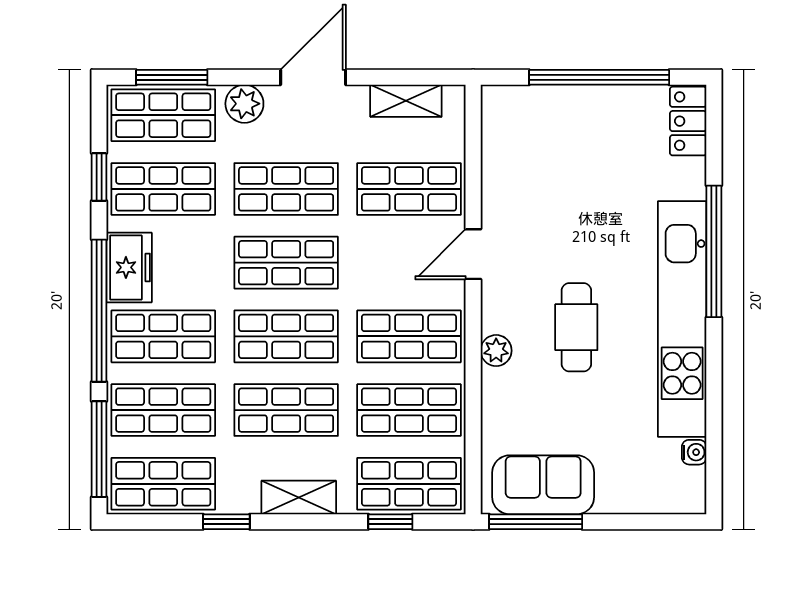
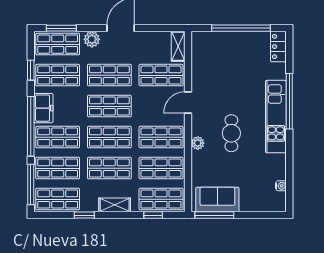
shelving: (406, 101) -> (178, 46), moved, turned 90
kitchen unit: (682, 319) -> (276, 117), width x0.73

